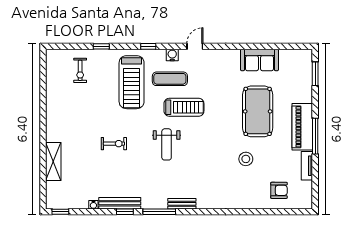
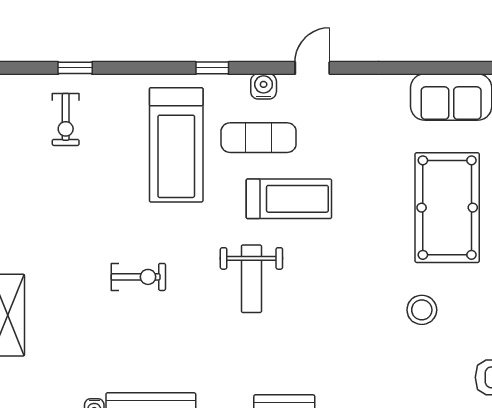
window: (101, 46) -> (75, 68), moved

